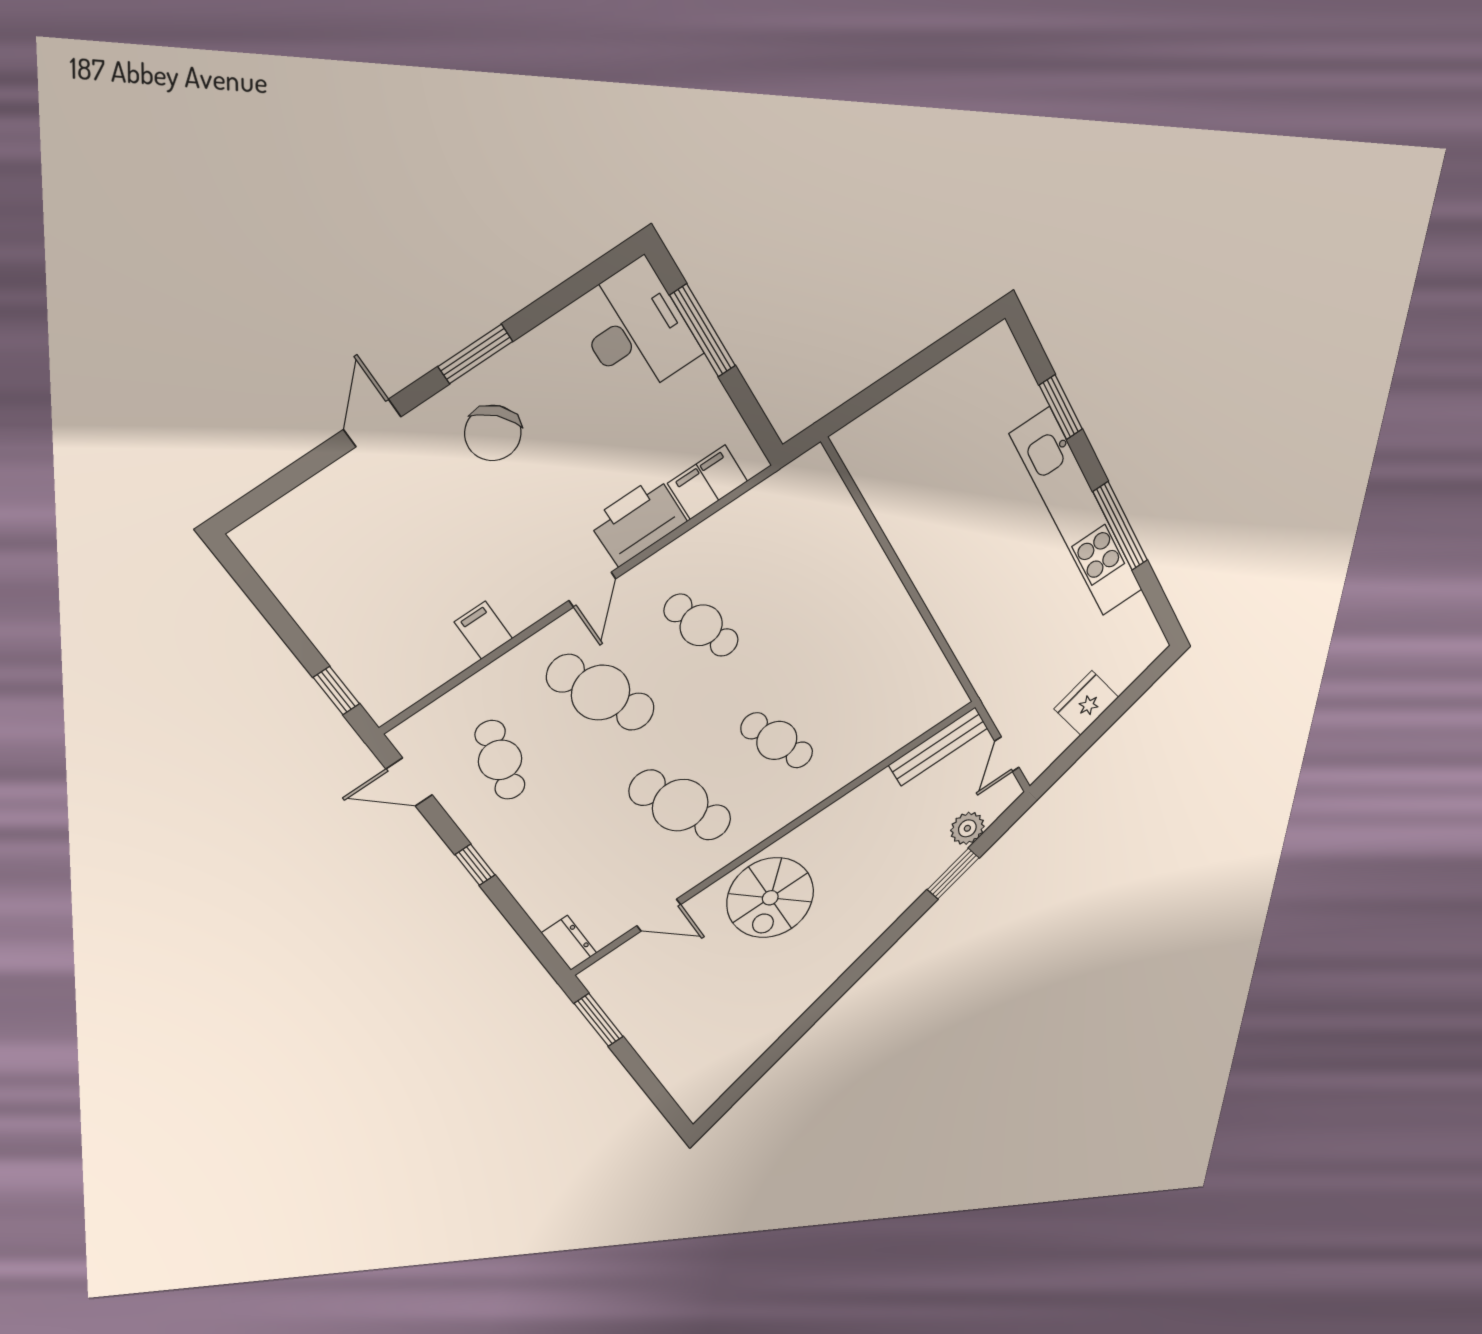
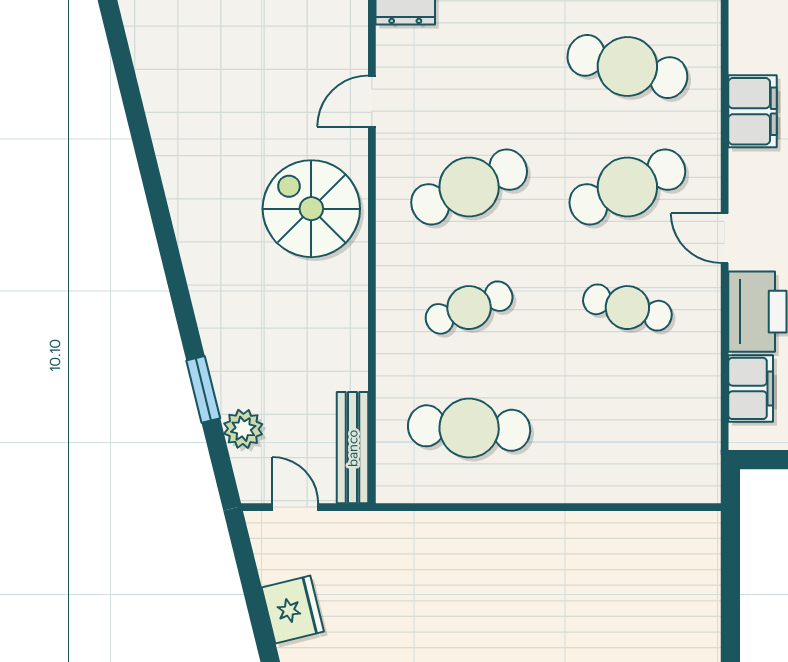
cafe table: (701, 625) -> (627, 308), turned 33
filing cabinet: (483, 630) -> (753, 111), width x2.00
cafe table: (873, 676) -> (469, 428), added
cafe table: (500, 760) -> (627, 66), width x1.37, depth x1.35

